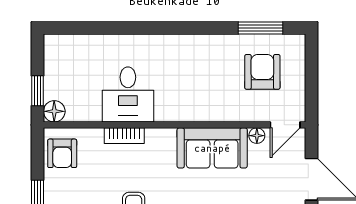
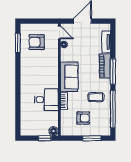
sofa: (212, 148) -> (69, 77), moved
armchair: (62, 153) -> (83, 118), moved

